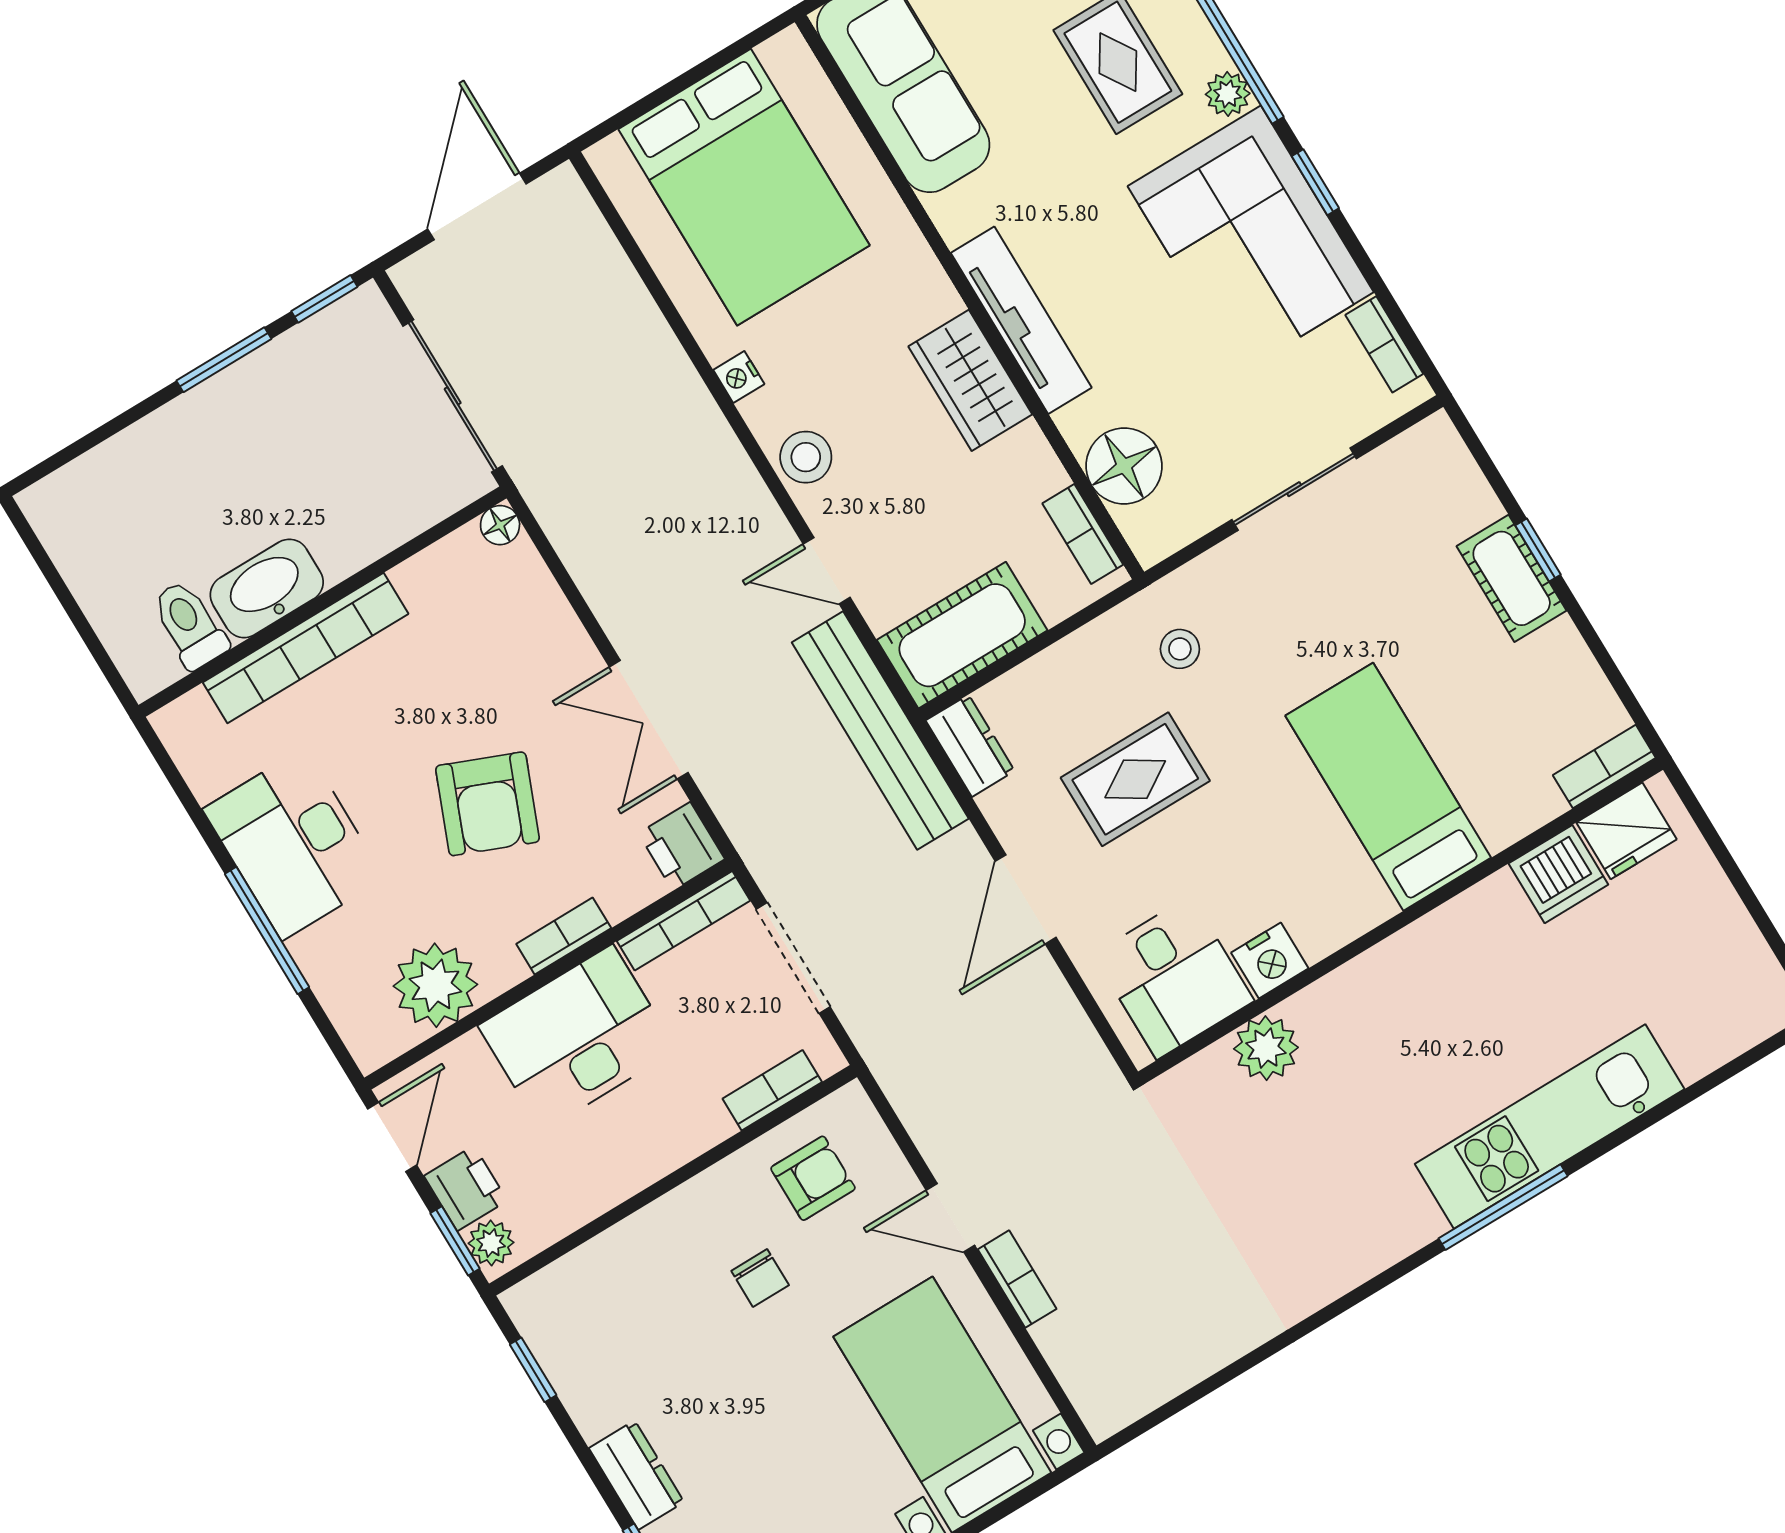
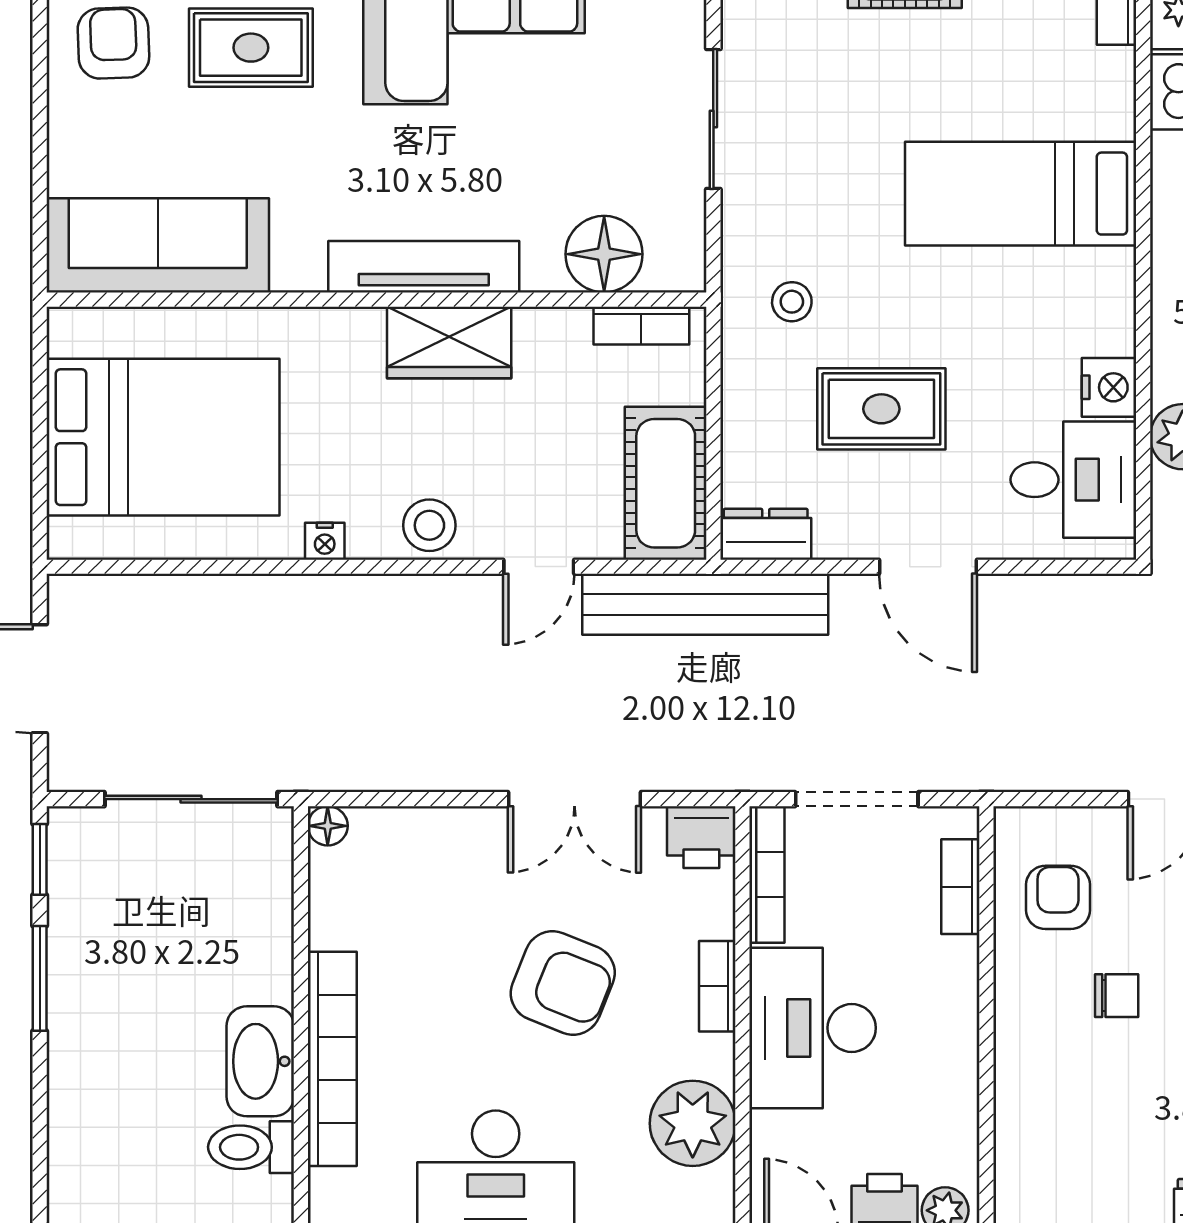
rug: (1135, 779) -> (881, 409), turned 90

